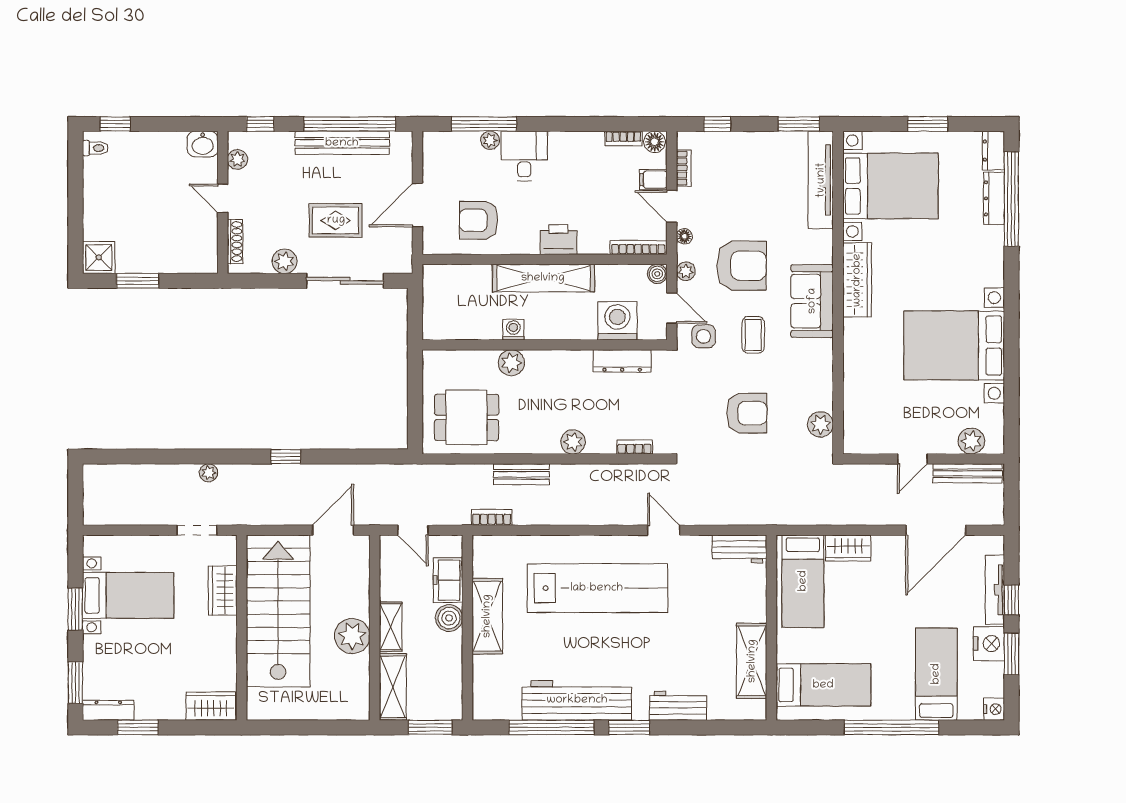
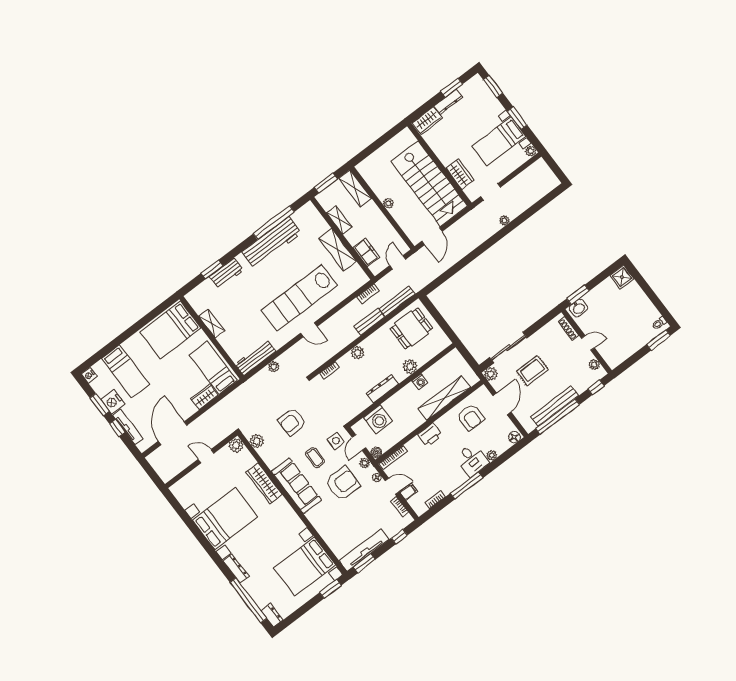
window: (115, 124) -> (659, 340), width x1.50
window: (484, 124) -> (467, 486), moved
window: (928, 124) -> (330, 589), moved
floor lamp: (655, 142) -> (514, 437), moved
washbasin: (203, 144) -> (578, 308), moved, turned 180
tv unit: (821, 180) -> (364, 550), moved, turned -90
dresser: (994, 198) -> (236, 569), moved
armchair: (479, 220) -> (471, 417), turned 90
plant: (285, 261) -> (491, 374), moved
armchair: (742, 266) -> (343, 484), turned 180
shelving: (543, 278) -> (444, 398), moved
wardrobe: (857, 280) -> (264, 483), moved
window: (138, 281) -> (578, 295), moved
sofa: (812, 301) -> (296, 486), width x1.36
door: (672, 308) -> (359, 442), hinge flipped
dresser: (622, 361) -> (382, 389), moved
plant: (971, 441) -> (236, 445), moved
window: (286, 457) -> (476, 253), removed
door: (912, 459) -> (206, 456), hinge flipped
bench: (968, 473) -> (397, 301), moved
plant: (712, 515) -> (274, 367), added
door: (413, 530) -> (398, 262), hinge flipped
door: (664, 530) -> (309, 330), moved
plant: (92, 545) -> (531, 151), added
workbench: (739, 549) -> (255, 358), width x1.37
boiler: (449, 618) -> (353, 236), removed
shelving: (391, 627) -> (339, 220), moved
plant: (352, 636) -> (388, 203), width x0.53, depth x0.53
shelving: (752, 661) -> (212, 323), width x0.67, depth x0.75
bed: (823, 685) -> (170, 330), width x1.50
dresser: (108, 710) -> (448, 102), moved
window: (629, 727) -> (212, 269), moved
window: (891, 727) -> (127, 334), removed

